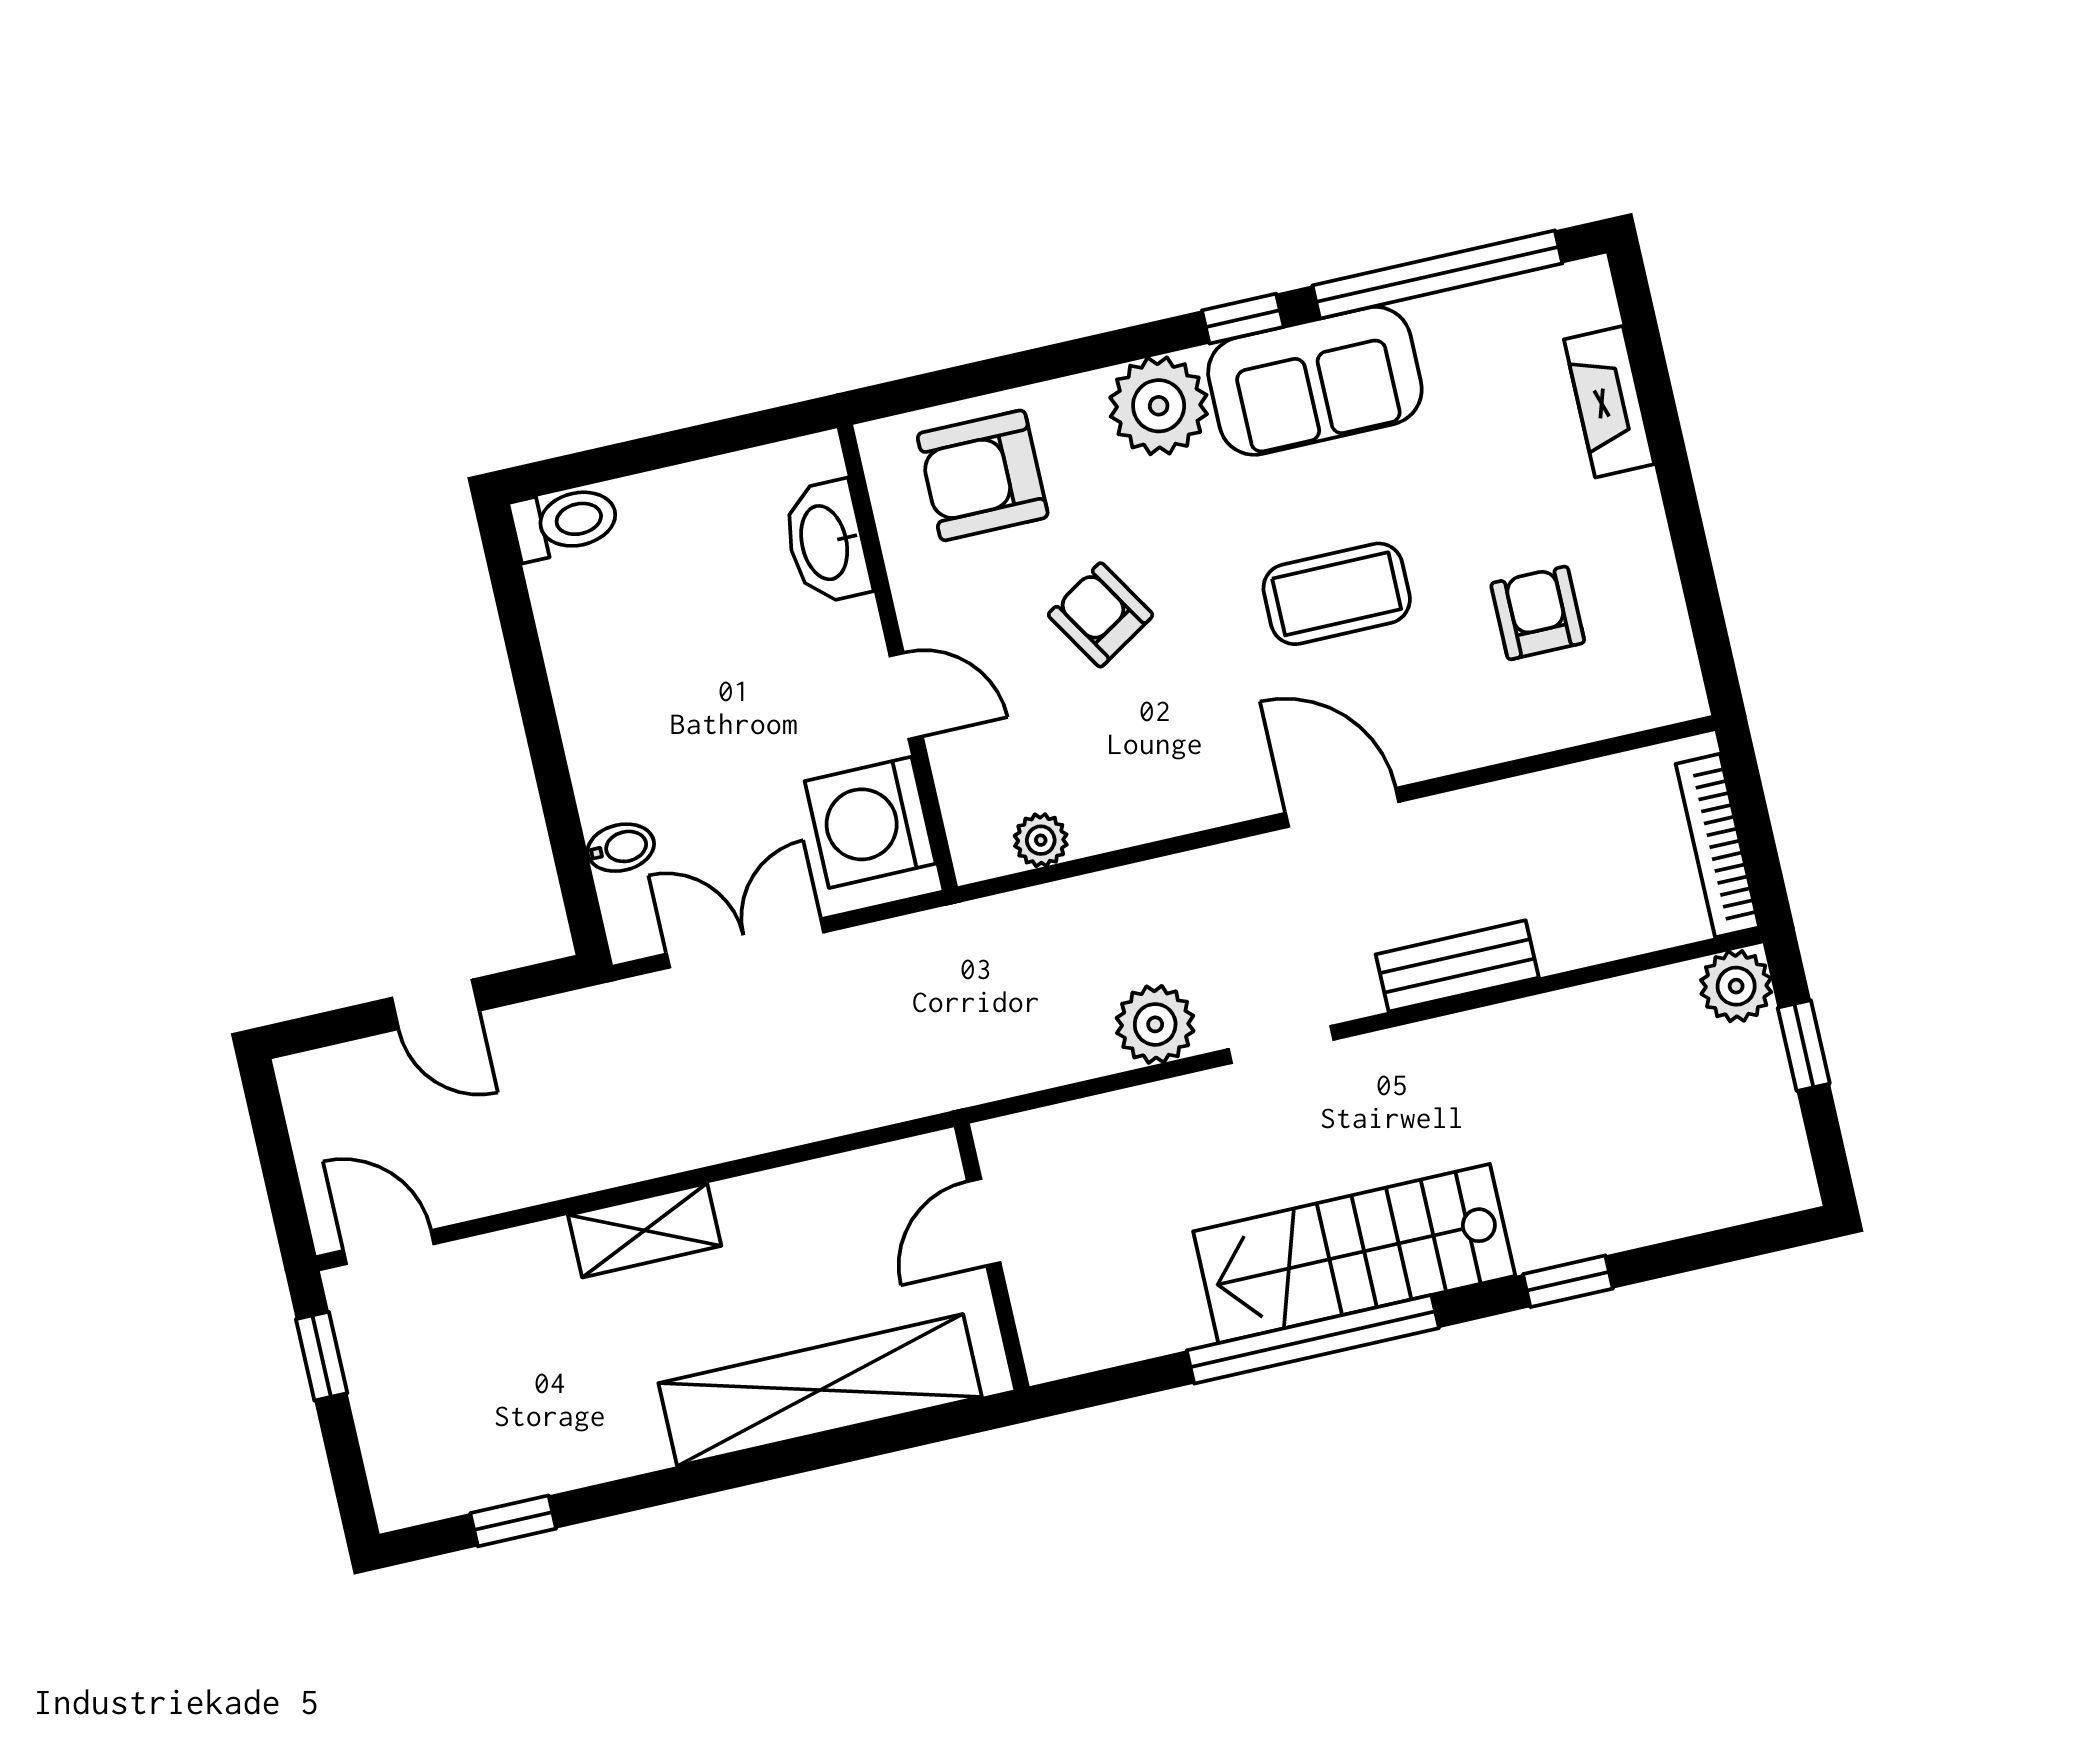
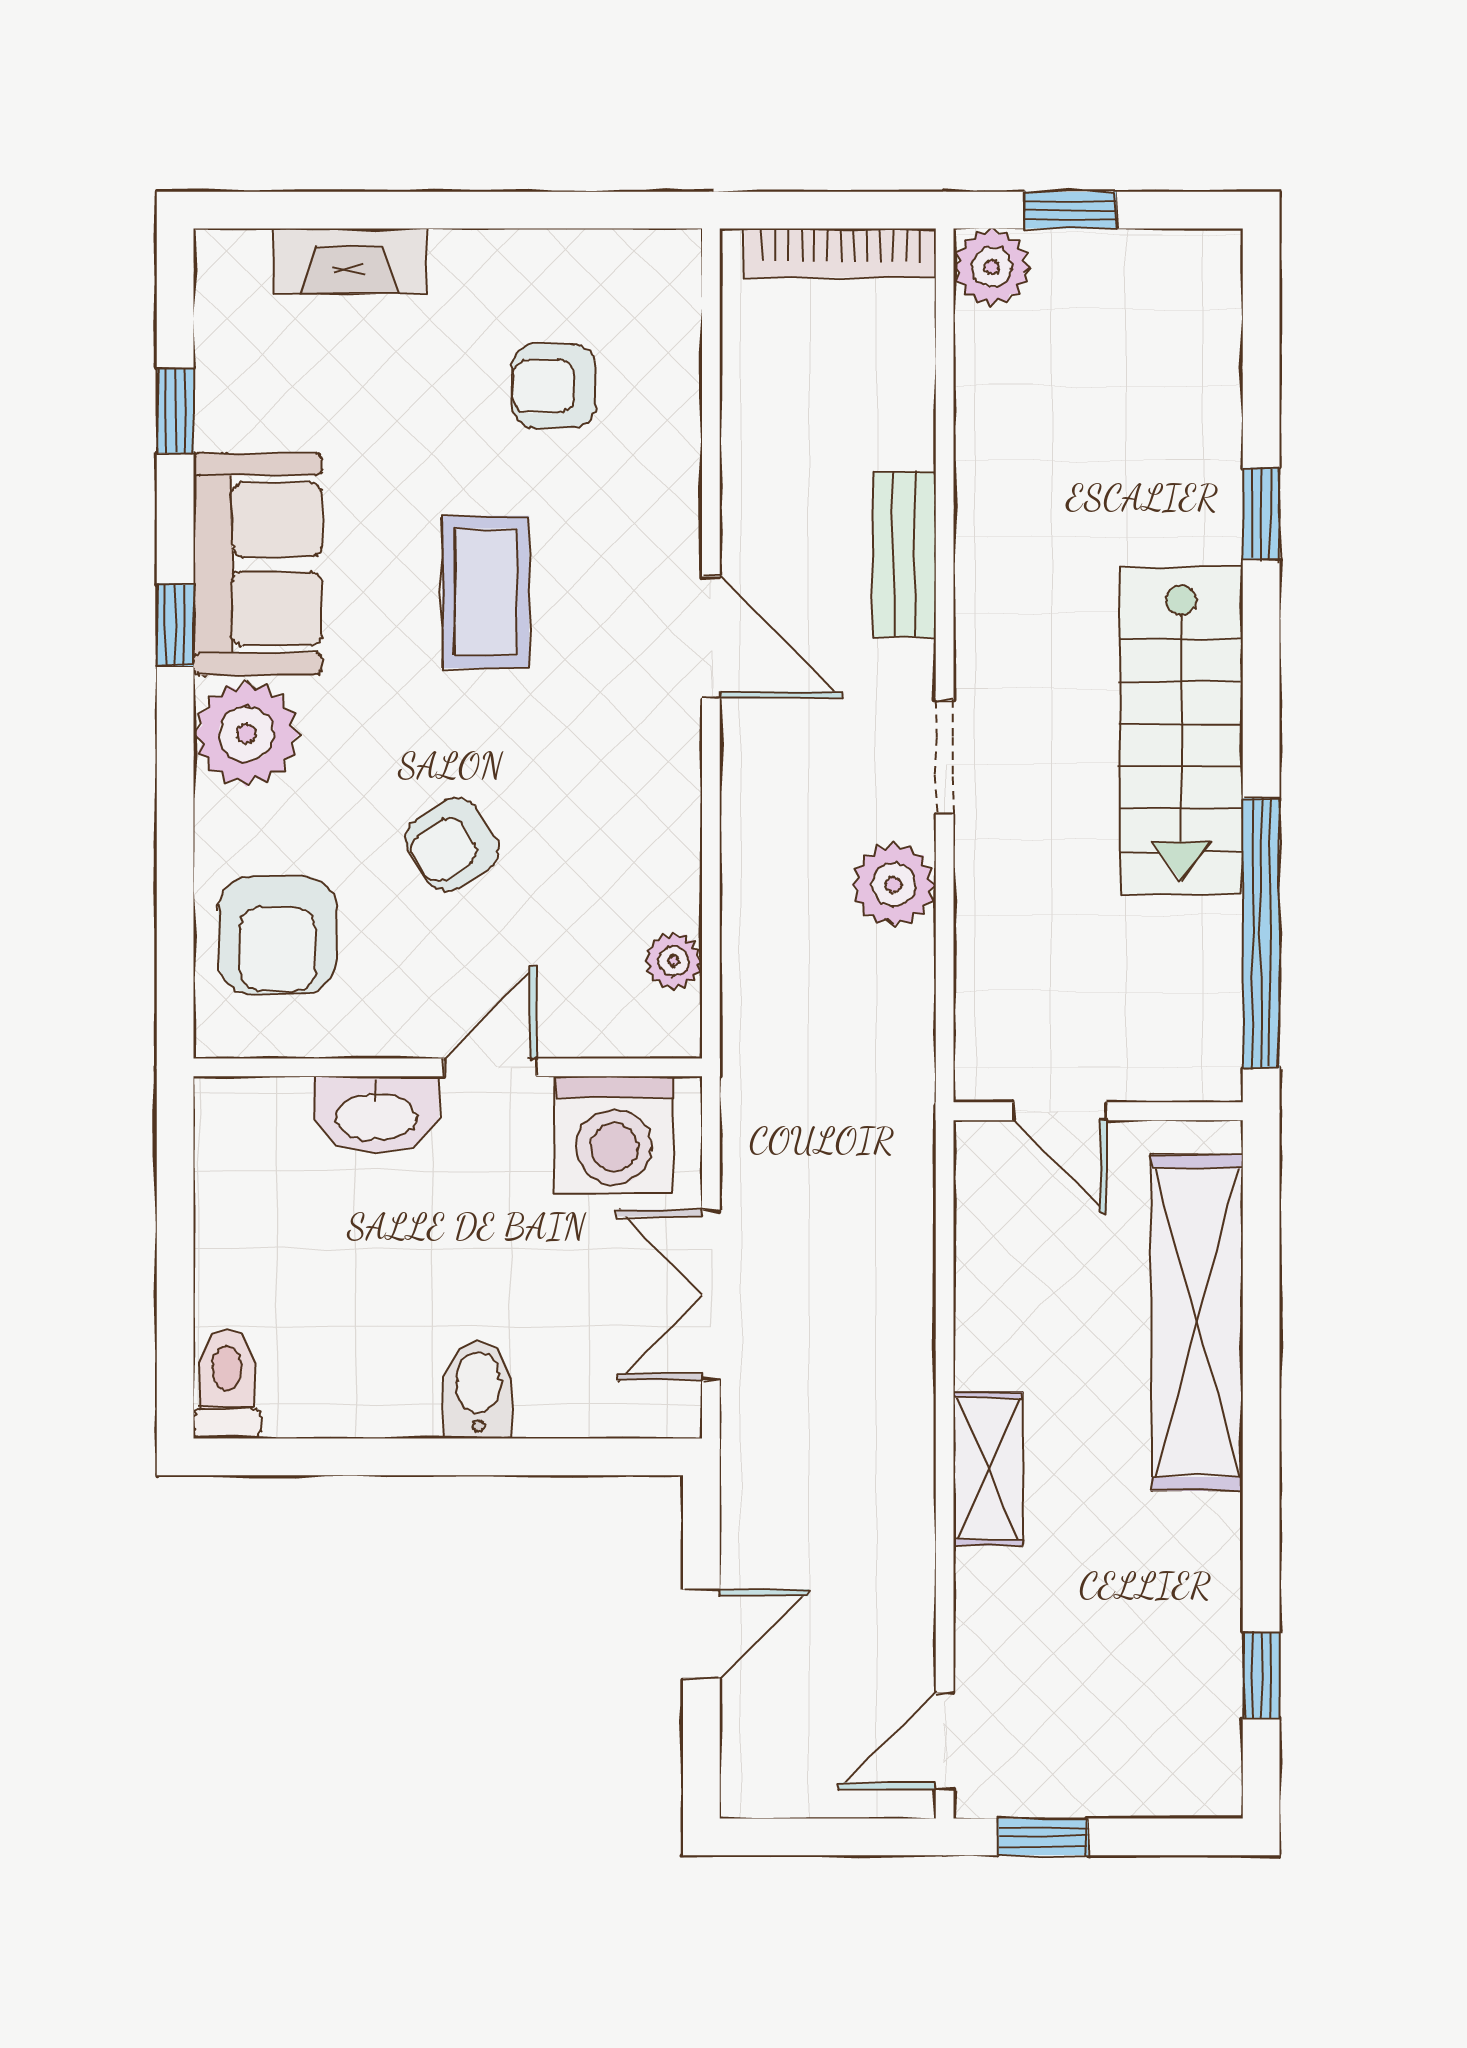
window: (1437, 274) -> (175, 410), width x0.32
washbasin: (826, 542) -> (376, 1114), moved
door: (1342, 807) -> (711, 637), swing flipped
bidet: (621, 848) -> (478, 1389), moved, width x1.38, depth x1.36
window: (1313, 1339) -> (1261, 933), moved

